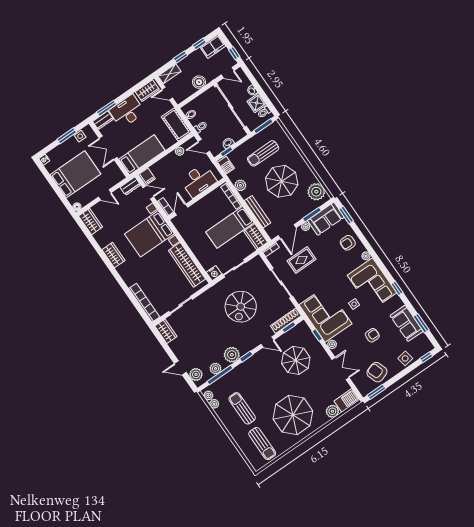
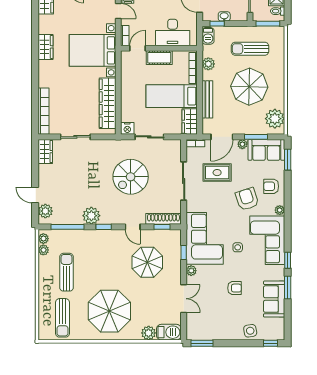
cot: (202, 206) -> (159, 58), added
window: (421, 323) -> (288, 288), moved
plant: (216, 368) -> (67, 218), removed
armchair: (377, 372) -> (247, 199), moved

